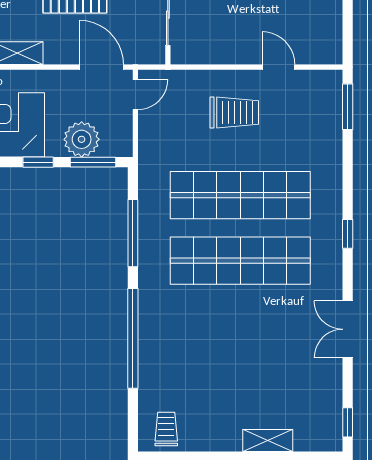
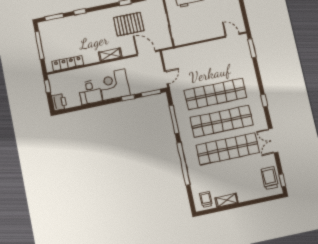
door: (278, 67) -> (232, 35), moved
door: (135, 95) -> (166, 77), moved
trolley: (234, 112) -> (270, 178), moved, turned -90
plant: (82, 139) -> (144, 85), removed
shop shelf: (240, 326) -> (228, 149), added
shelving: (268, 440) -> (227, 200), moved

